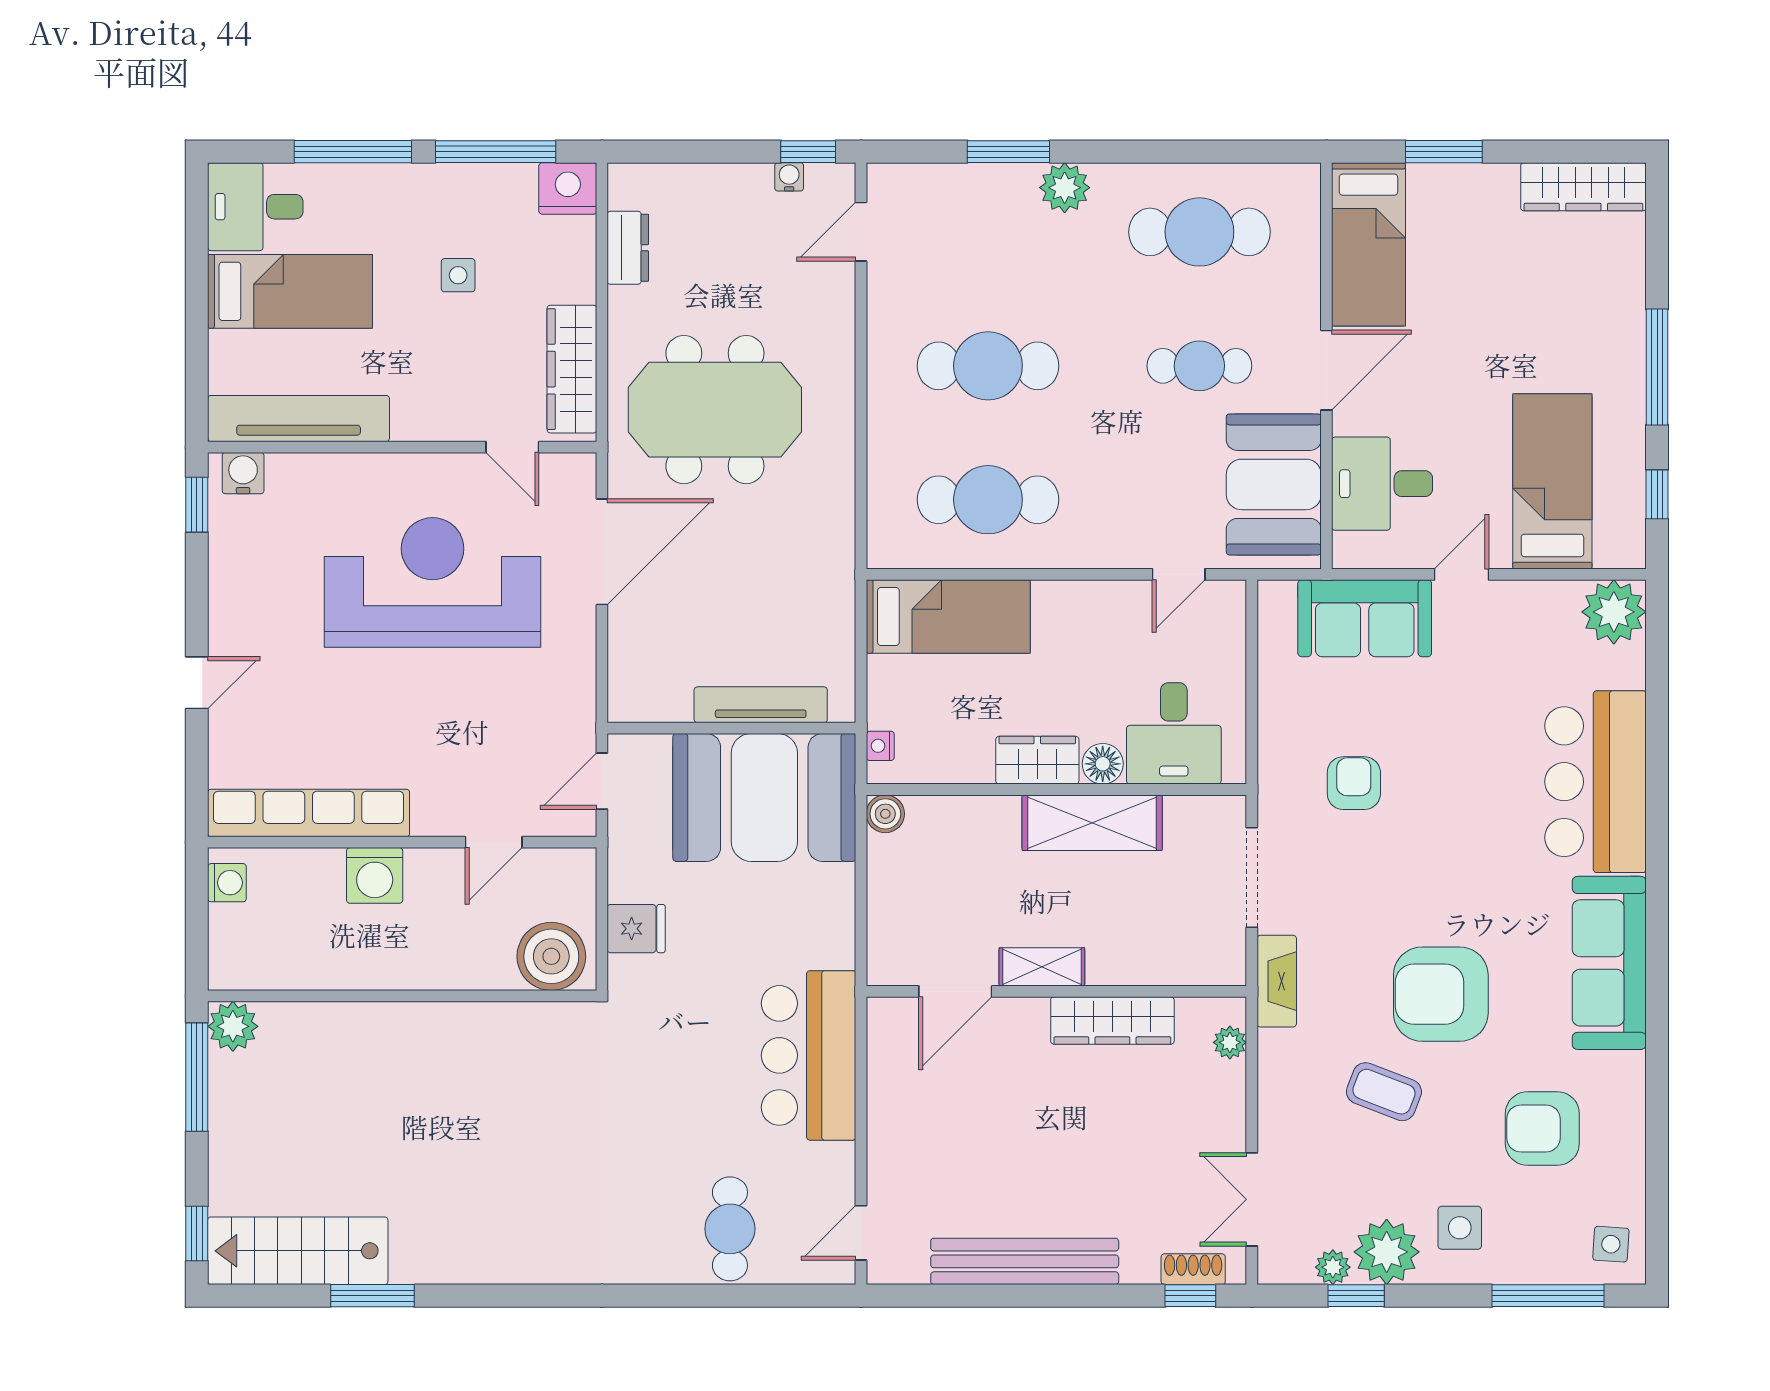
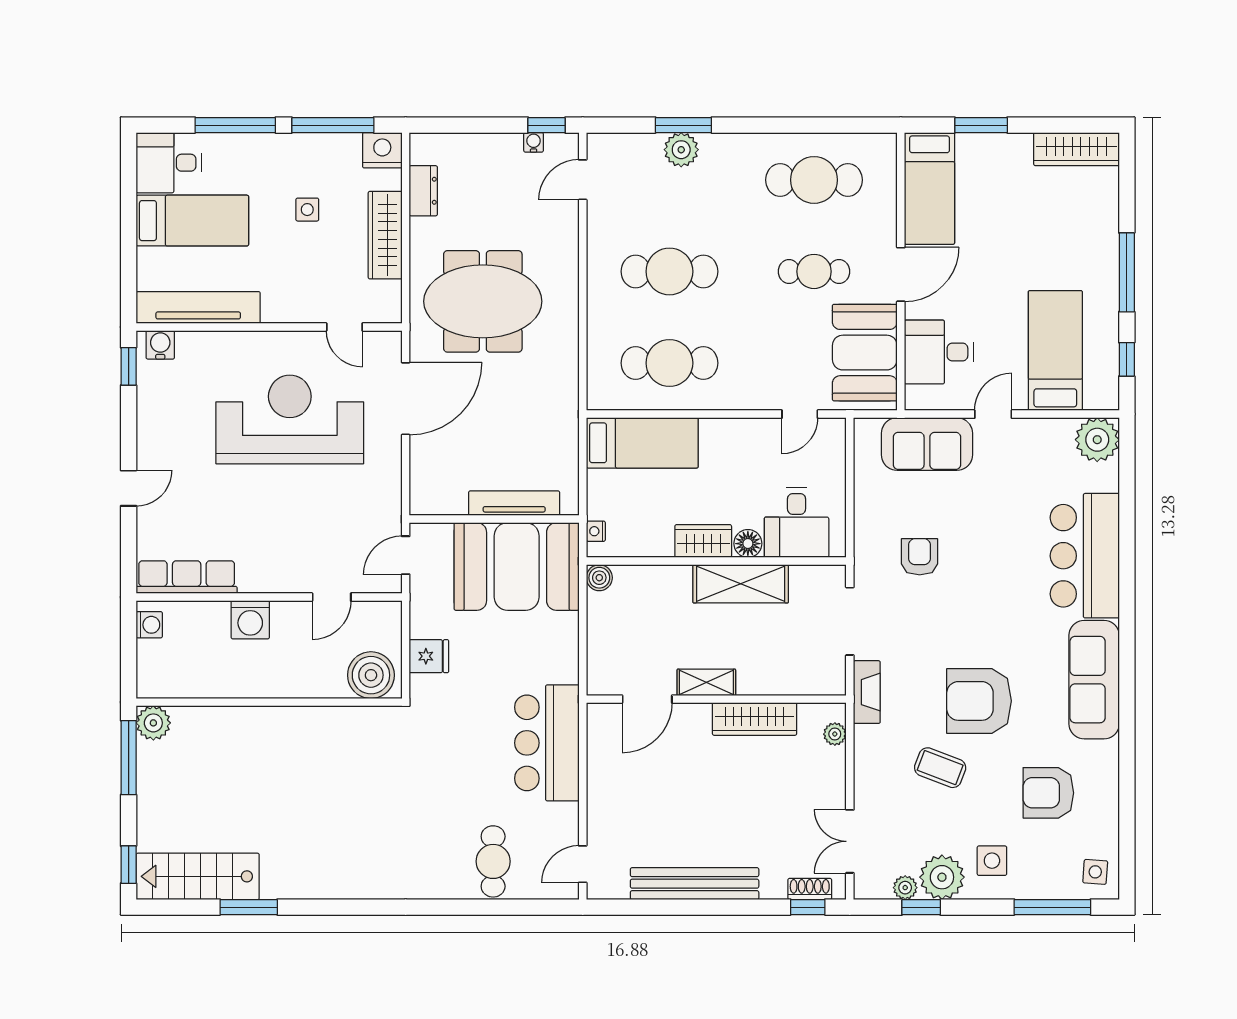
plant: (1065, 188) -> (681, 150), moved
wardrobe: (572, 369) -> (385, 235), moved
row of seats: (309, 813) -> (187, 577), width x0.73

